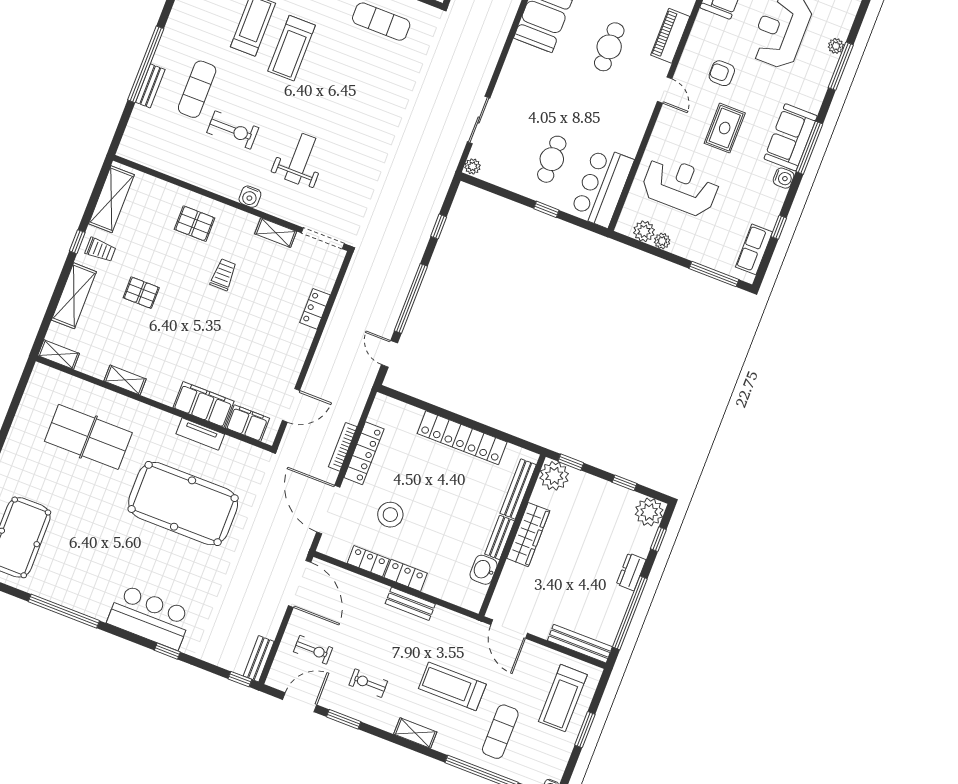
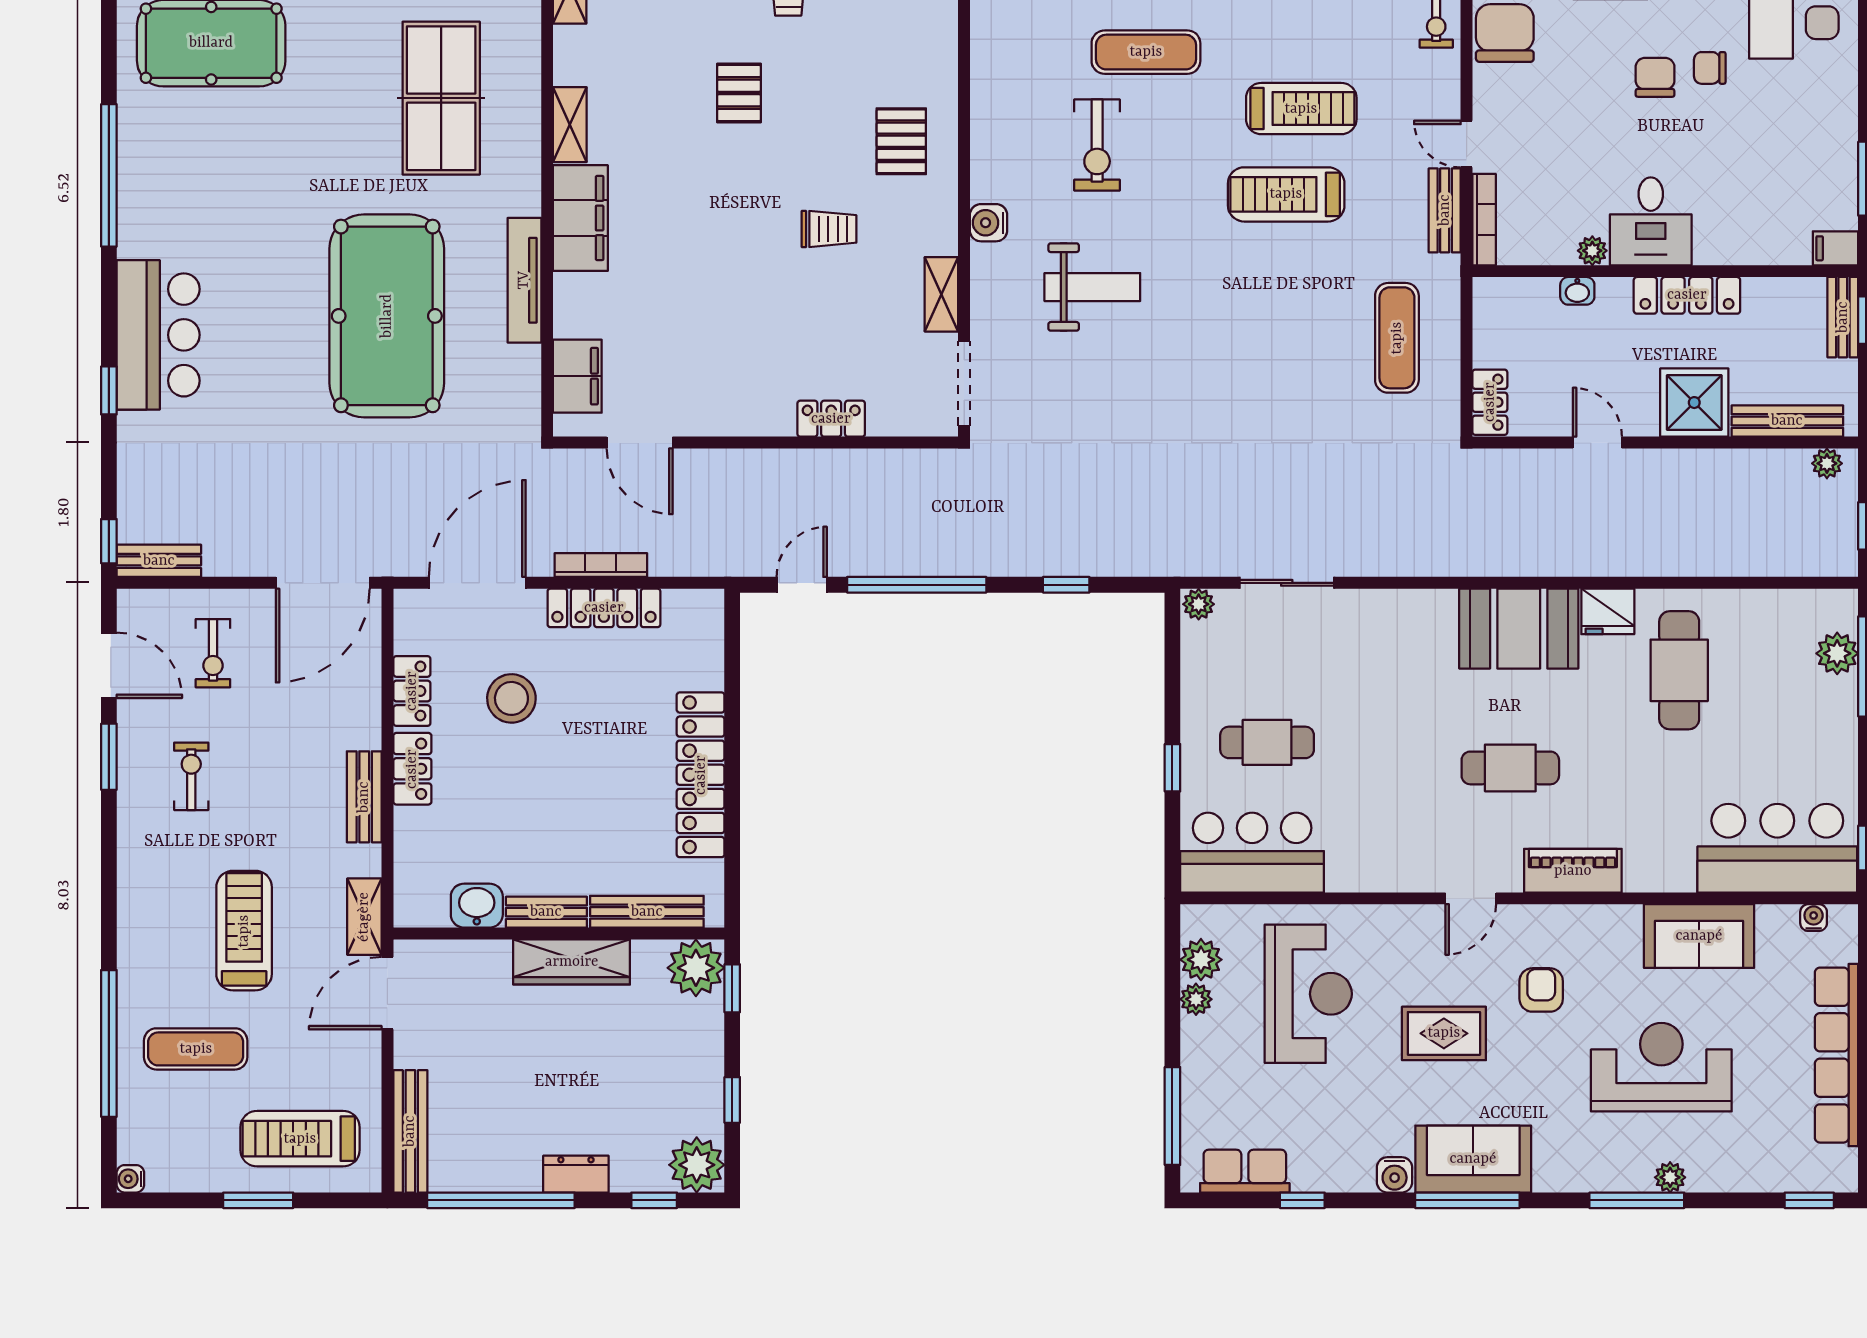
filing cabinet: (203, 404) -> (580, 218), moved
tv unit: (200, 434) -> (524, 280), width x1.41
shelving: (415, 733) -> (364, 917), moved

